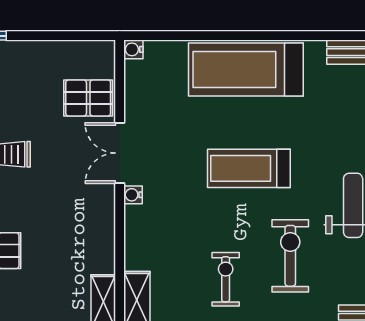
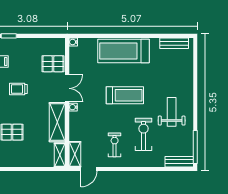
double door: (120, 153) -> (67, 88), swing flipped
treadmill: (249, 168) -> (125, 95), turned 180
shelving: (98, 228) -> (57, 122), added

